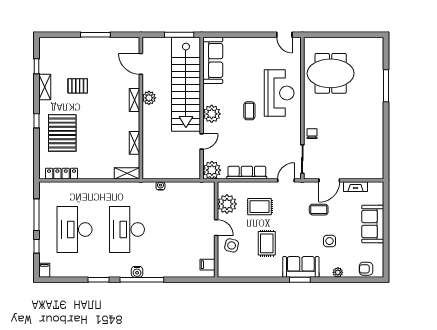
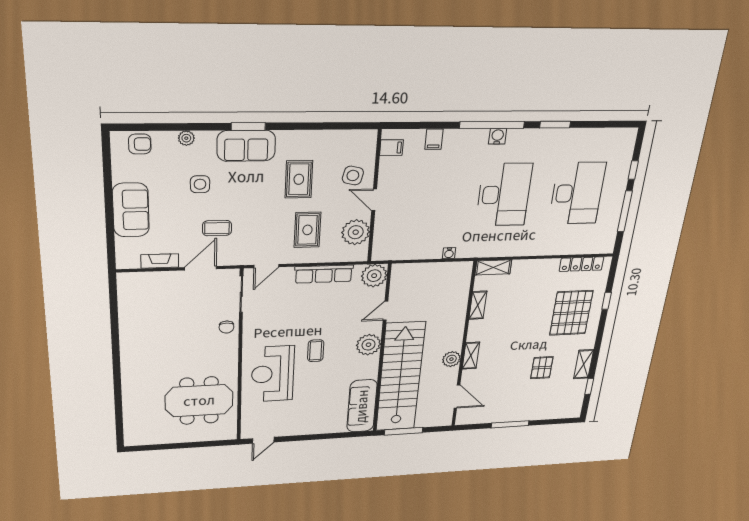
door: (284, 35) -> (263, 440), swing flipped
pallet: (78, 86) -> (542, 368), turned 90
window: (386, 86) -> (118, 391), removed
window: (37, 121) -> (607, 301), moved
rug: (260, 207) -> (307, 230), turned 90
filing cabinet: (44, 270) -> (434, 139), moved

